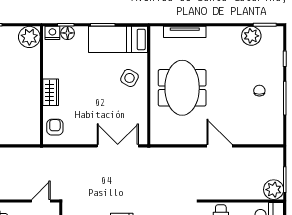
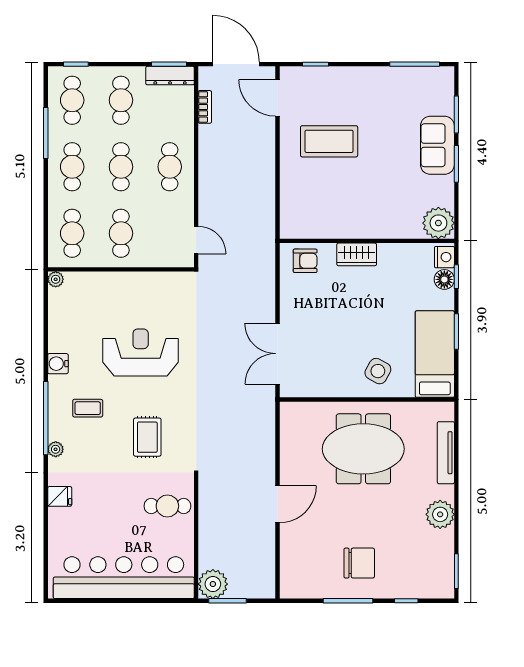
plant: (251, 36) -> (440, 514), moved
chair: (259, 91) -> (359, 563), width x1.87, depth x1.87
double door: (118, 146) -> (277, 354), swing flipped

